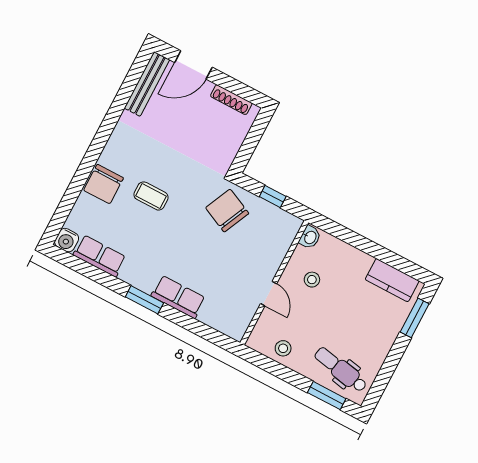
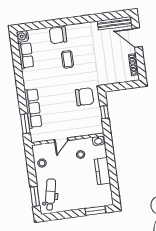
chair: (227, 211) -> (84, 97), turned 65
kitchen counter: (392, 280) -> (102, 171), moved
row of seats: (178, 297) -> (33, 108), width x1.48
window: (144, 300) -> (25, 124), moved

